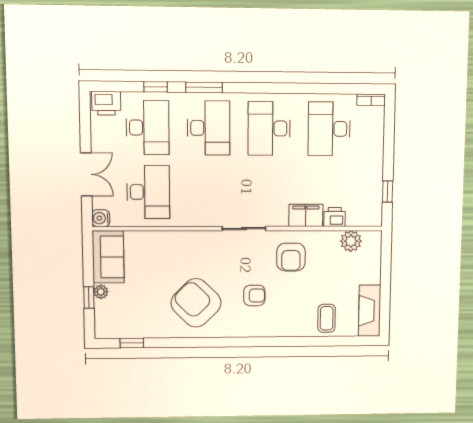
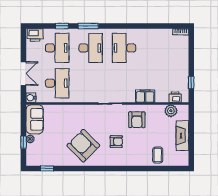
desk: (329, 129) -> (157, 48), removed
printer: (335, 217) -> (175, 97), moved
fireplace: (370, 311) -> (182, 136), moved

